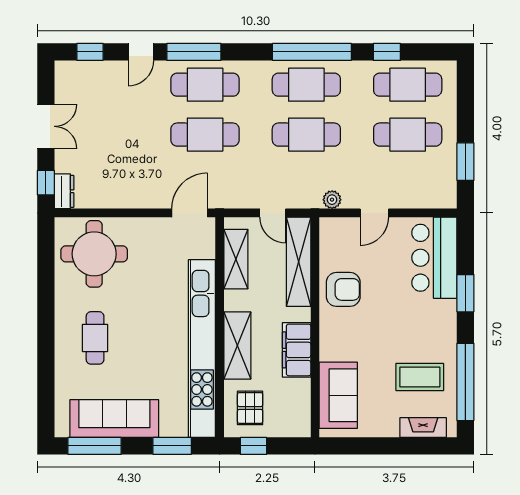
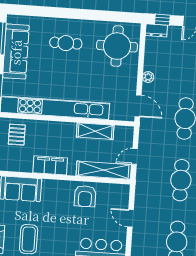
plant: (332, 200) -> (148, 77), moved
shelving: (236, 259) -> (95, 131), moved
shelving: (237, 345) -> (55, 129), removed
pallet: (250, 408) -> (17, 135), turned 90

